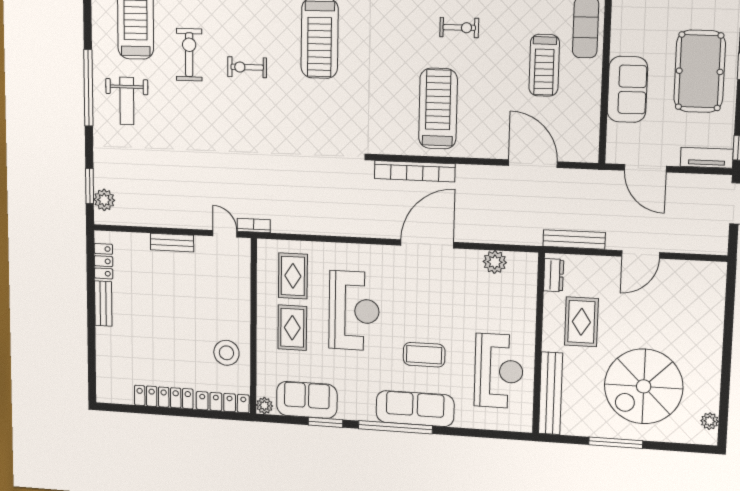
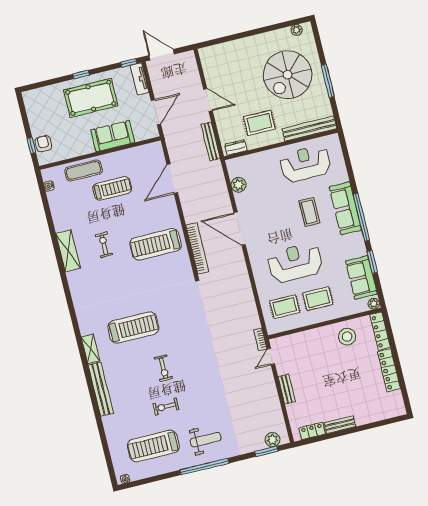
exercise bike: (189, 55) -> (166, 407), width x0.73, depth x0.72
spiral stairs: (644, 386) -> (288, 75), turned 90

